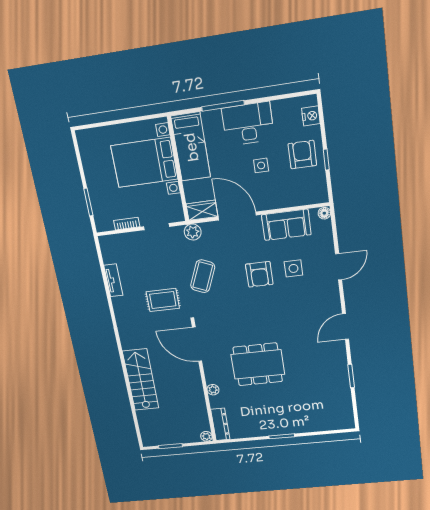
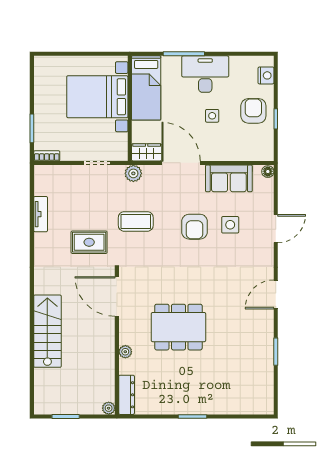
bookcase: (127, 224) -> (47, 156), moved
coffee table: (203, 276) -> (136, 221), turned 67

